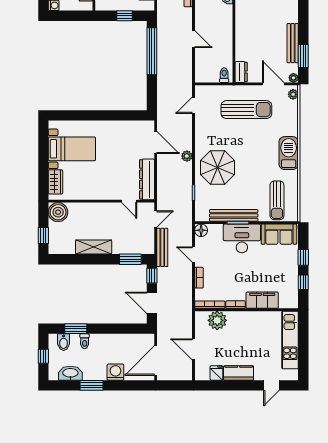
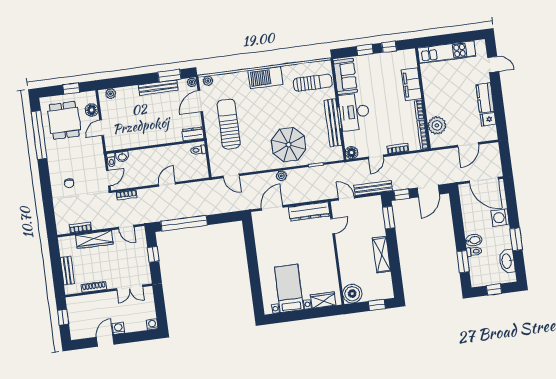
bidet: (64, 342) -> (474, 240), moved

